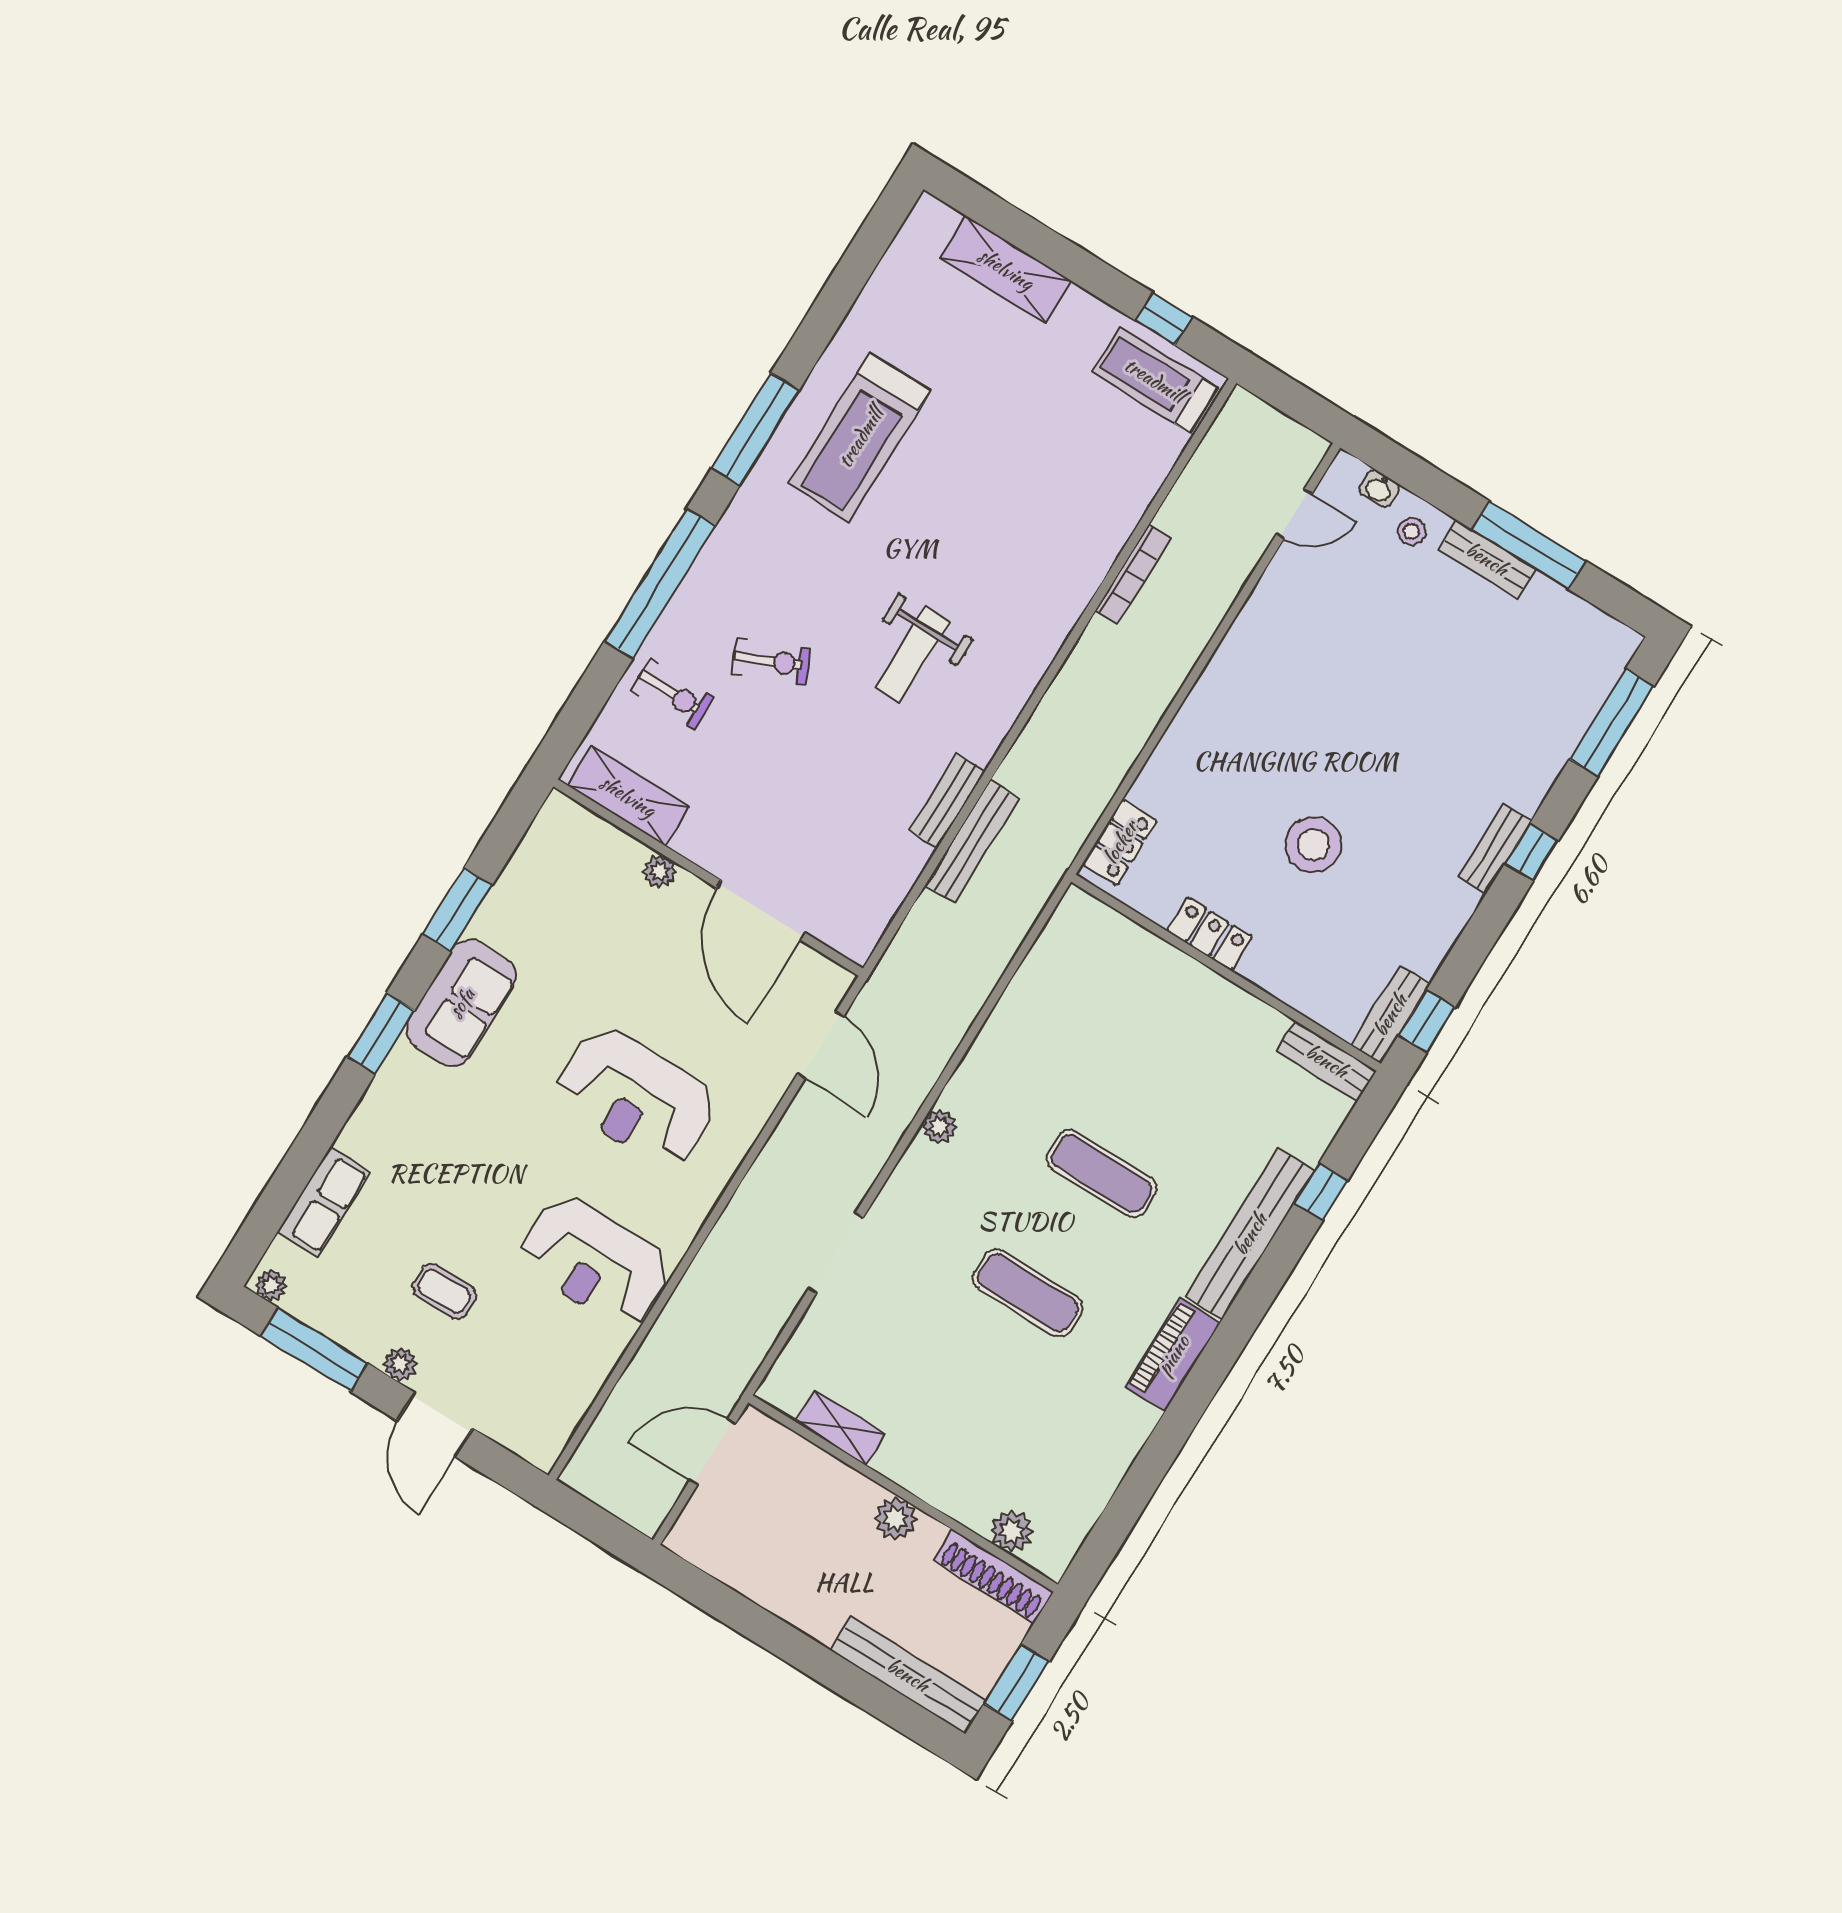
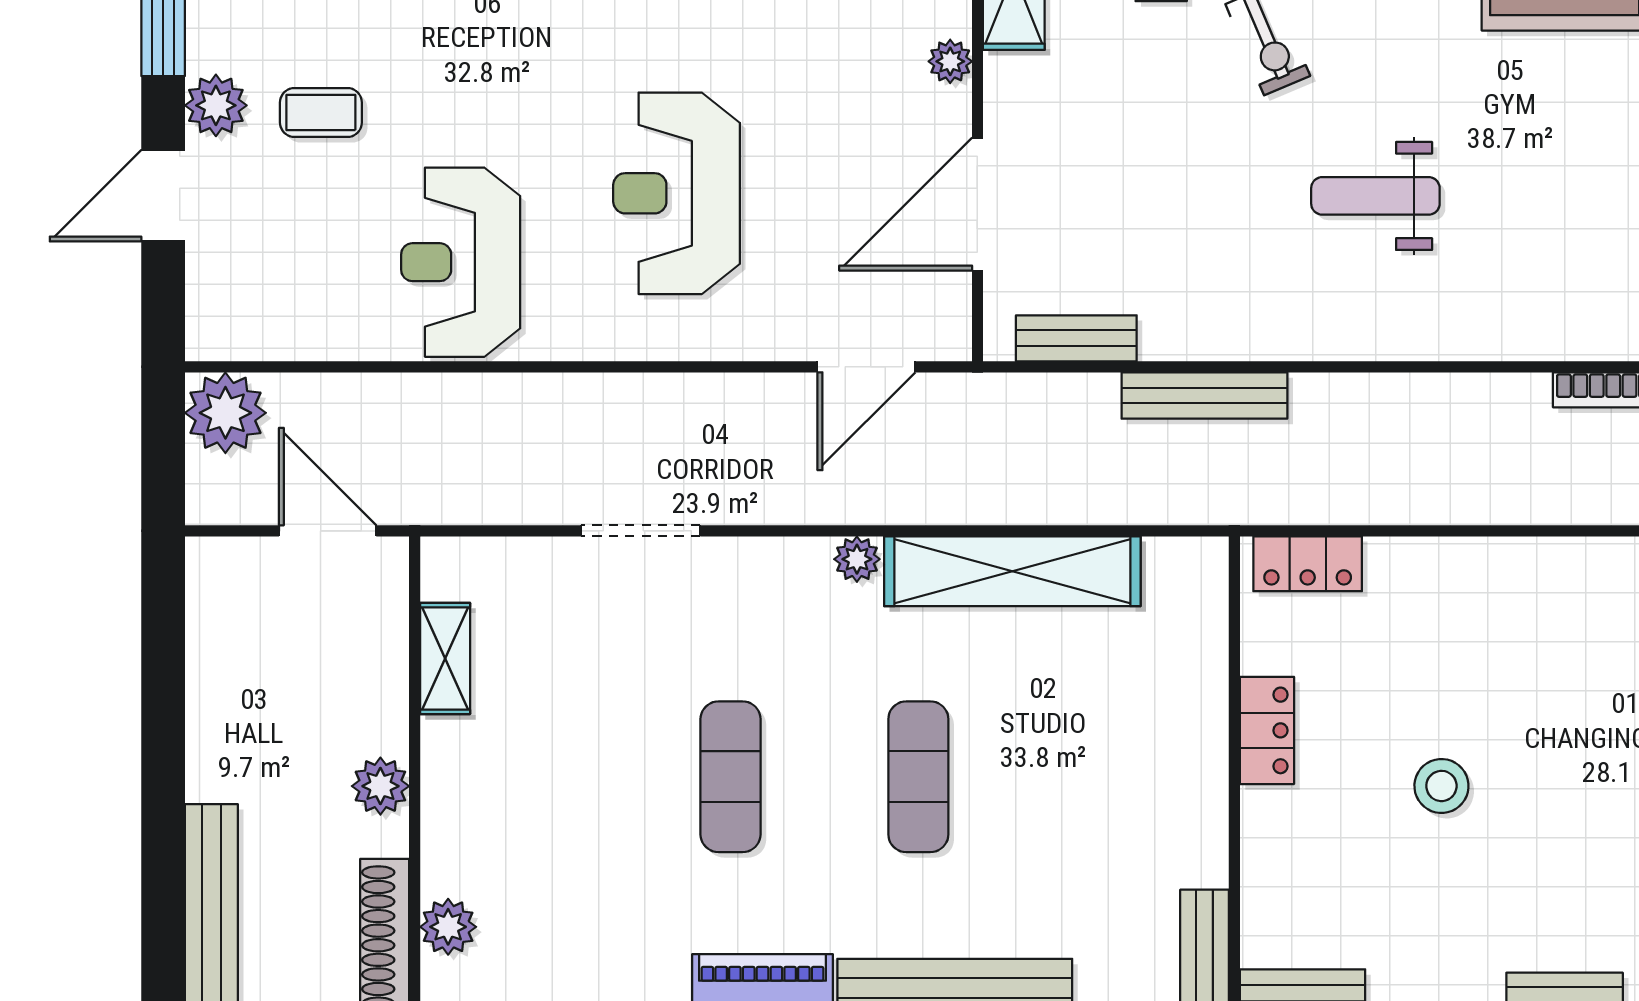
bench: (947, 801) -> (1076, 338), moved
stool: (1314, 845) -> (1441, 786), width x0.73, depth x0.73
shelving: (1008, 1033) -> (1012, 571), added
coffee table: (444, 1291) -> (321, 113), turned 90
plant: (400, 1364) -> (216, 105), width x1.38, depth x1.38
plant: (597, 1470) -> (225, 413), added

